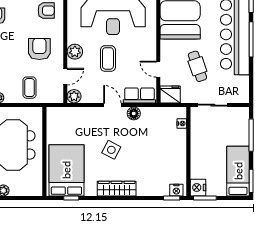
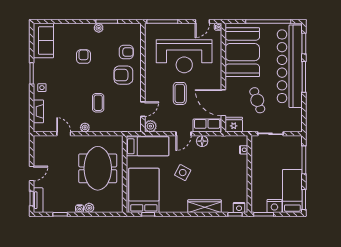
armchair: (39, 49) -> (123, 75), moved, turned -90
plant: (75, 52) -> (151, 88), removed
door: (158, 69) -> (223, 103), width x1.88
coffee table: (29, 88) -> (98, 103), moved
door: (112, 105) -> (184, 134), swing flipped
bed: (71, 119) -> (148, 146), added
nightstand: (198, 188) -> (274, 206), moved, turned -90
wardrobe: (117, 189) -> (205, 206), moved

